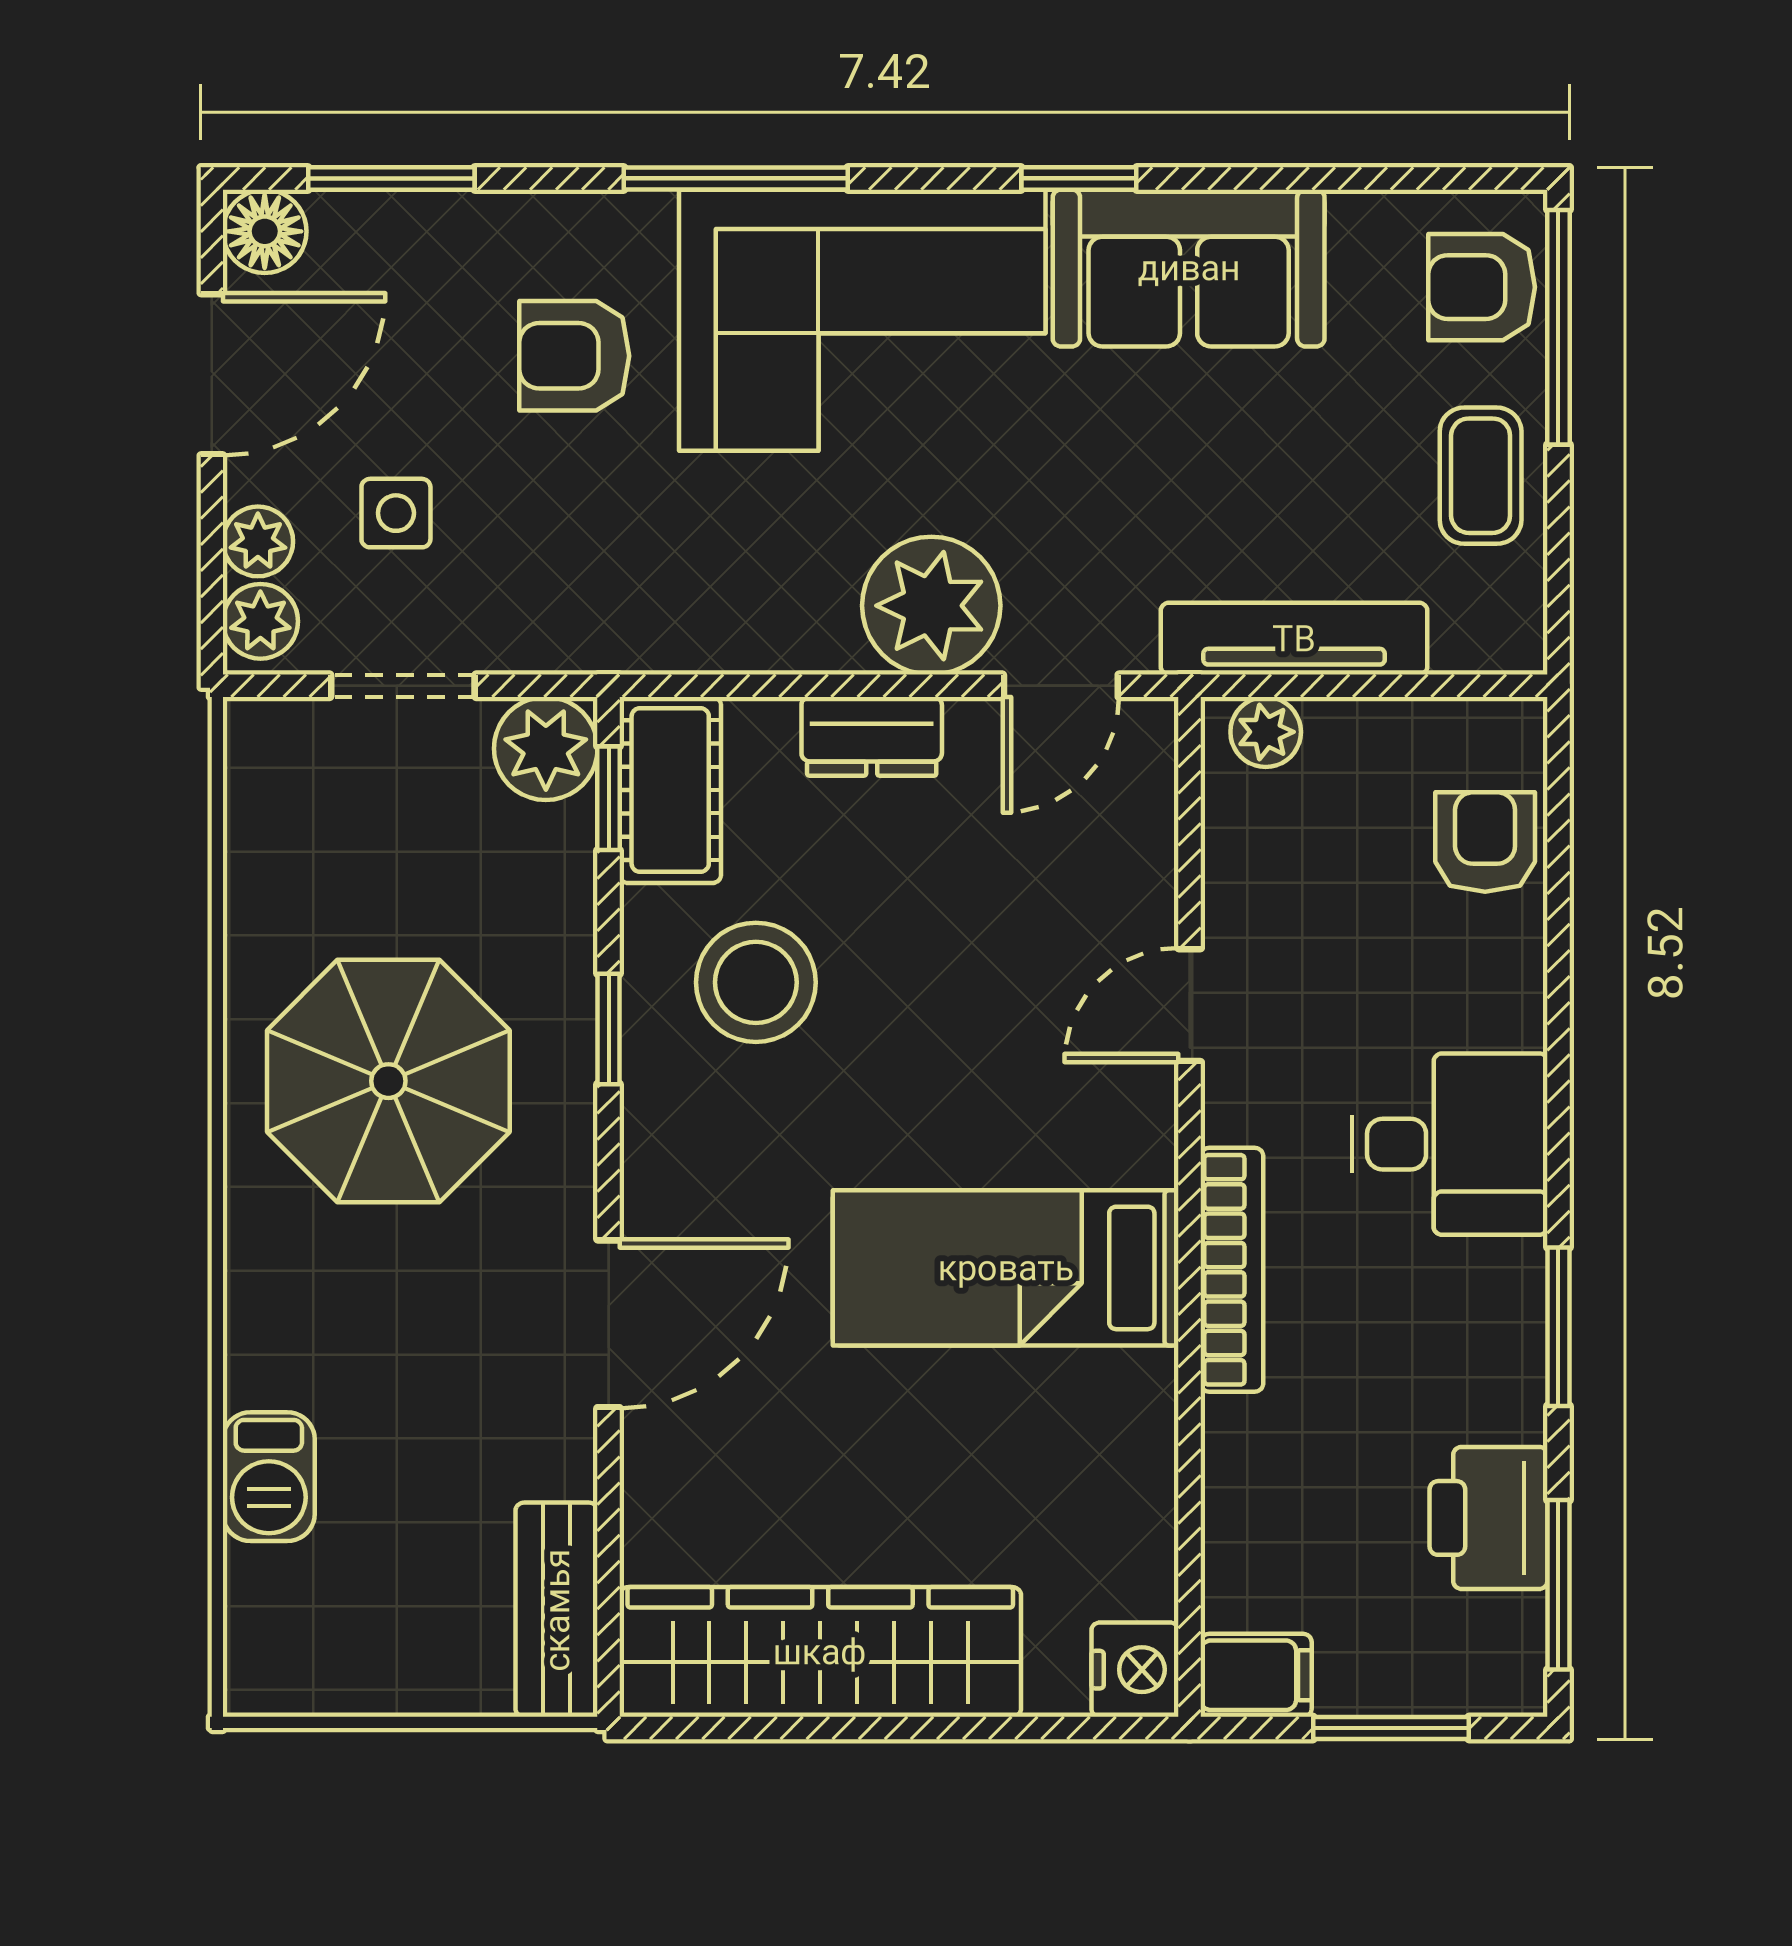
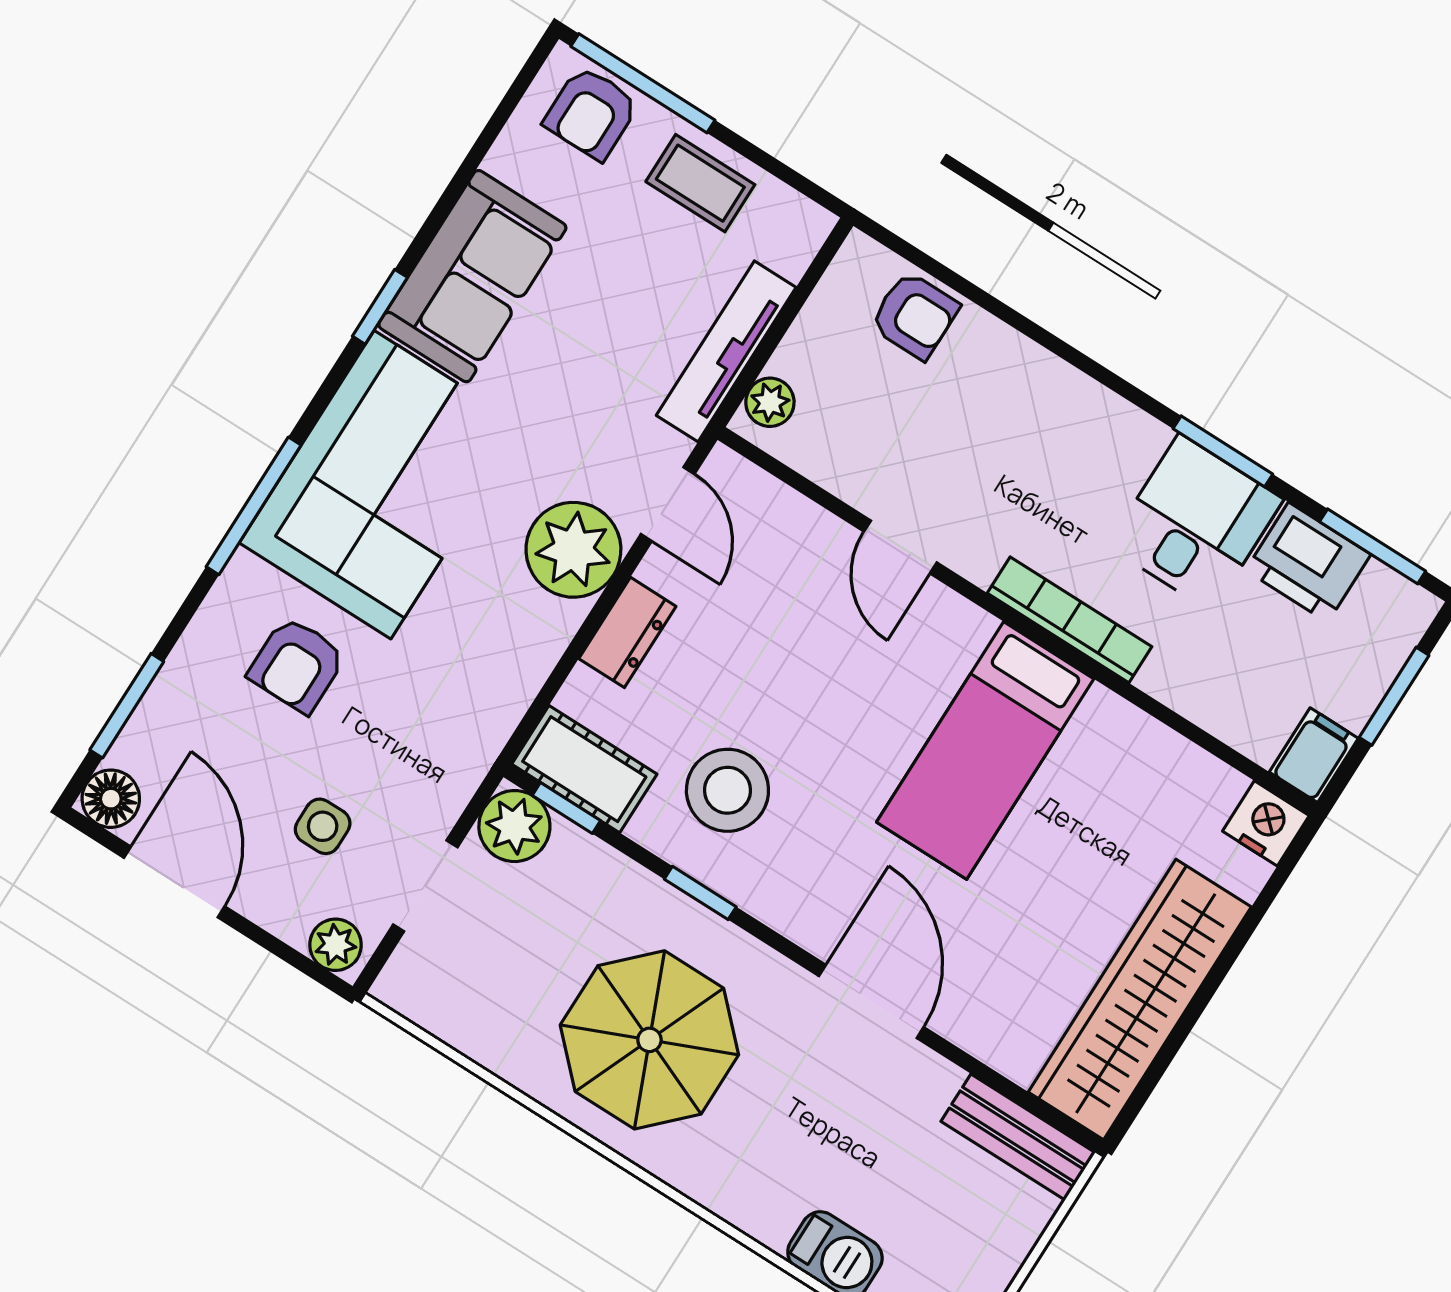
plant: (258, 541) -> (288, 917), removed
armchair: (1485, 842) -> (915, 315), turned 180
desk: (1449, 1144) -> (1195, 523), moved

